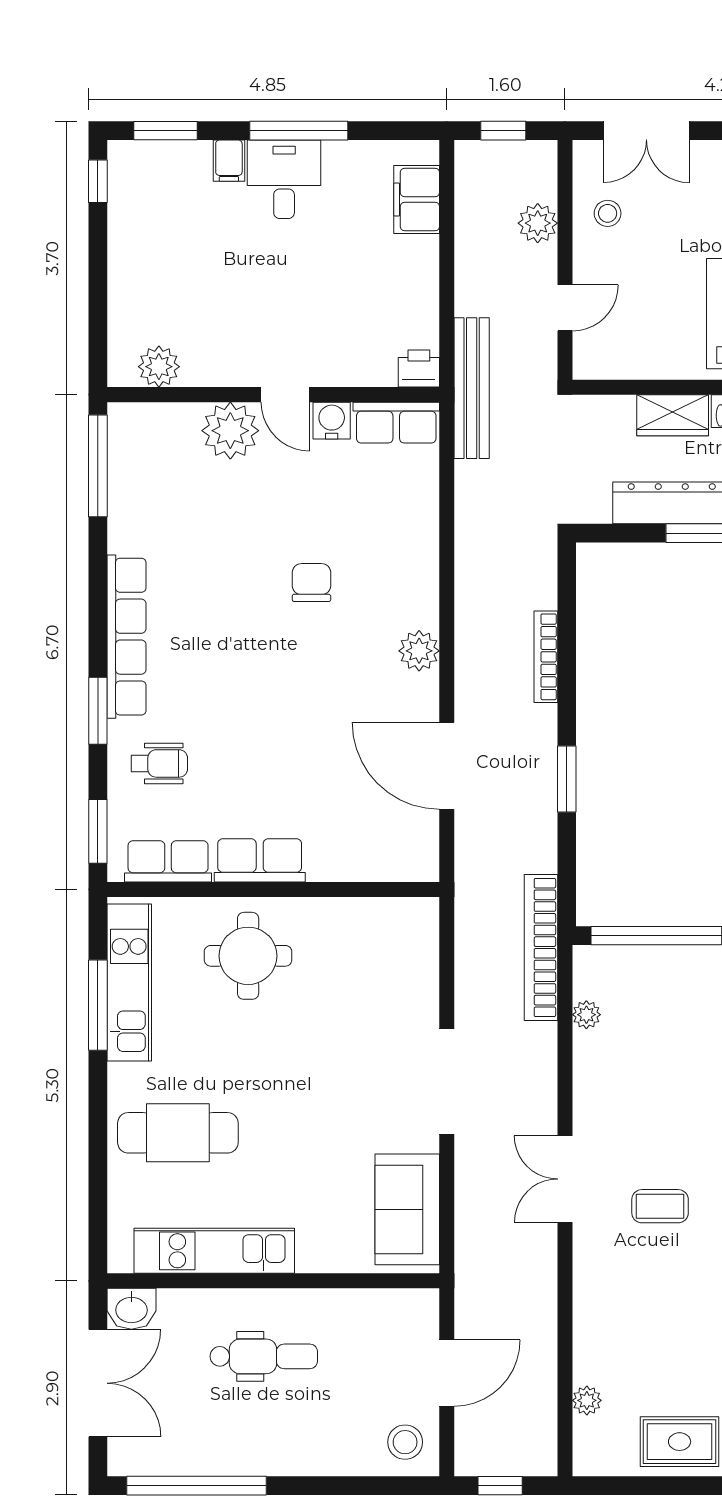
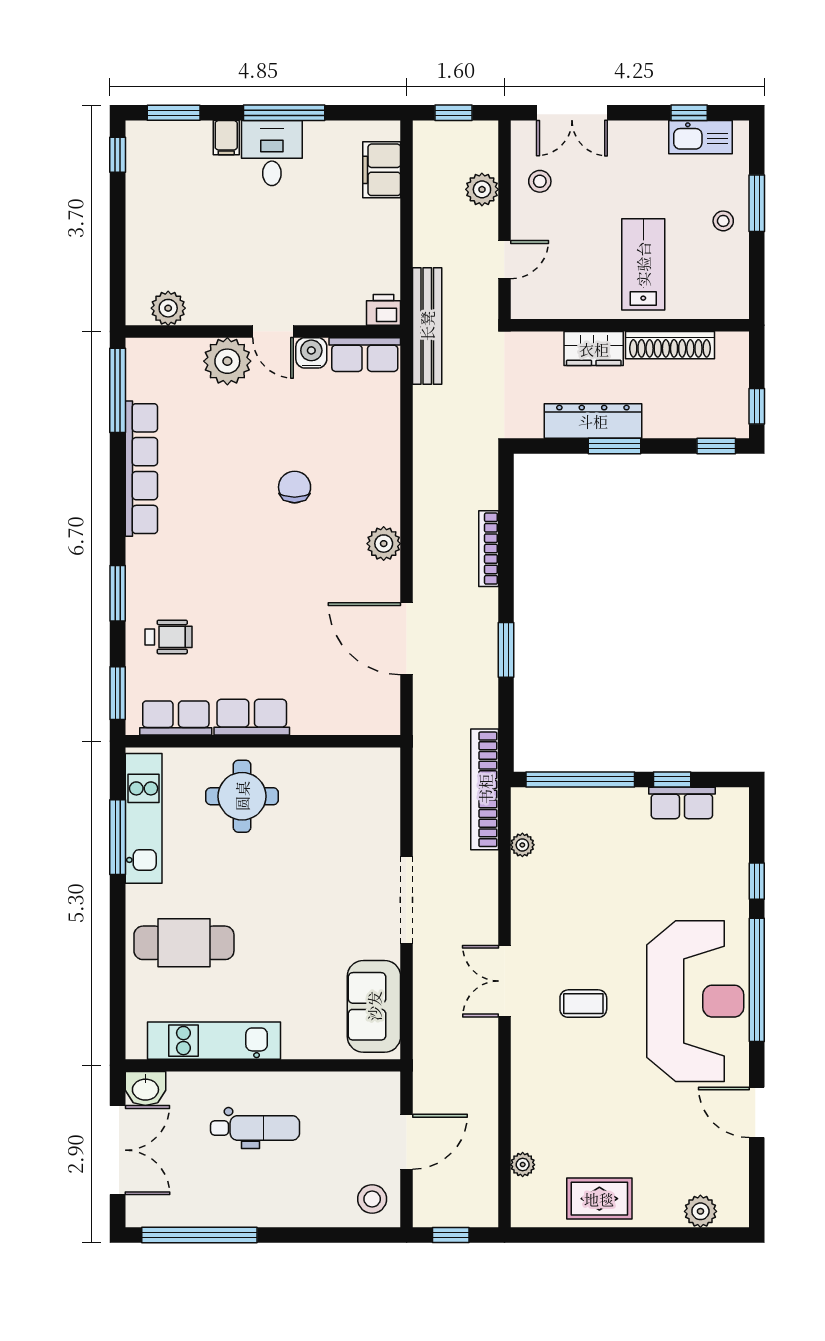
row of seats: (126, 637) -> (141, 469), moved

